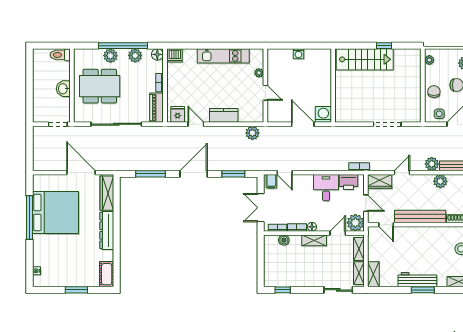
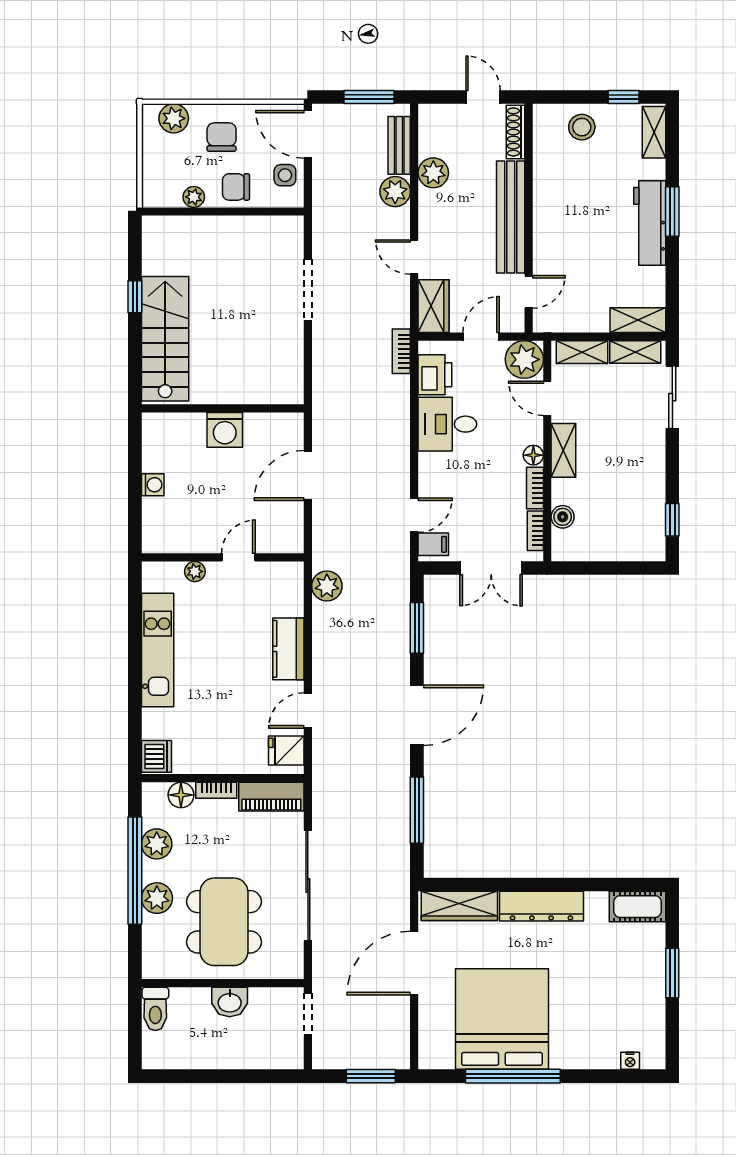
floor lamp: (157, 54) -> (181, 795), moved
plant: (429, 60) -> (194, 197), moved
washing machine: (323, 114) -> (225, 430), moved, turned -90
window: (30, 153) -> (371, 1076), added
door: (194, 174) -> (417, 715), swing flipped

